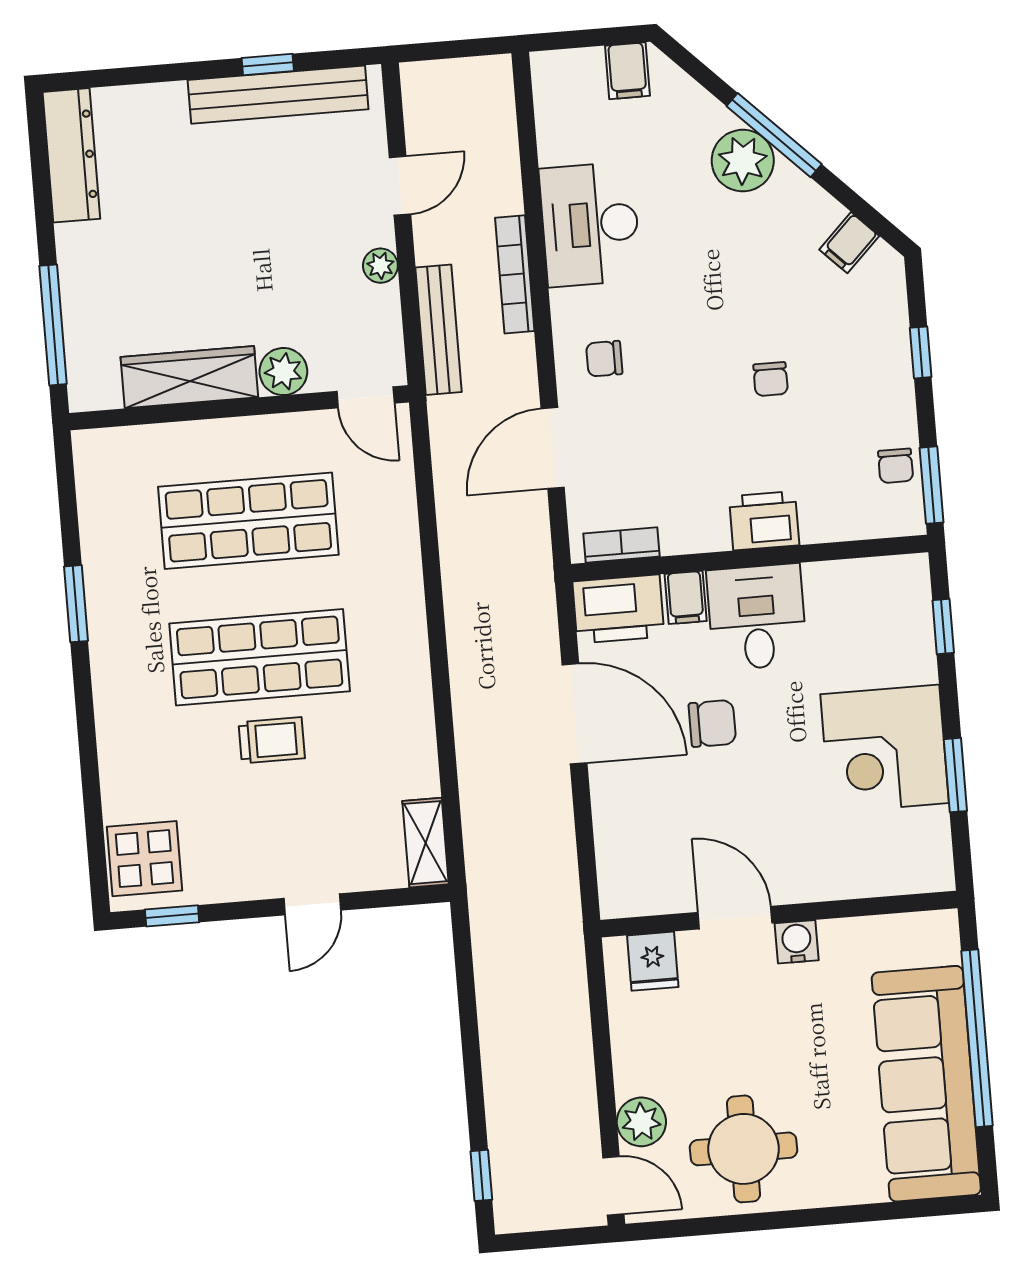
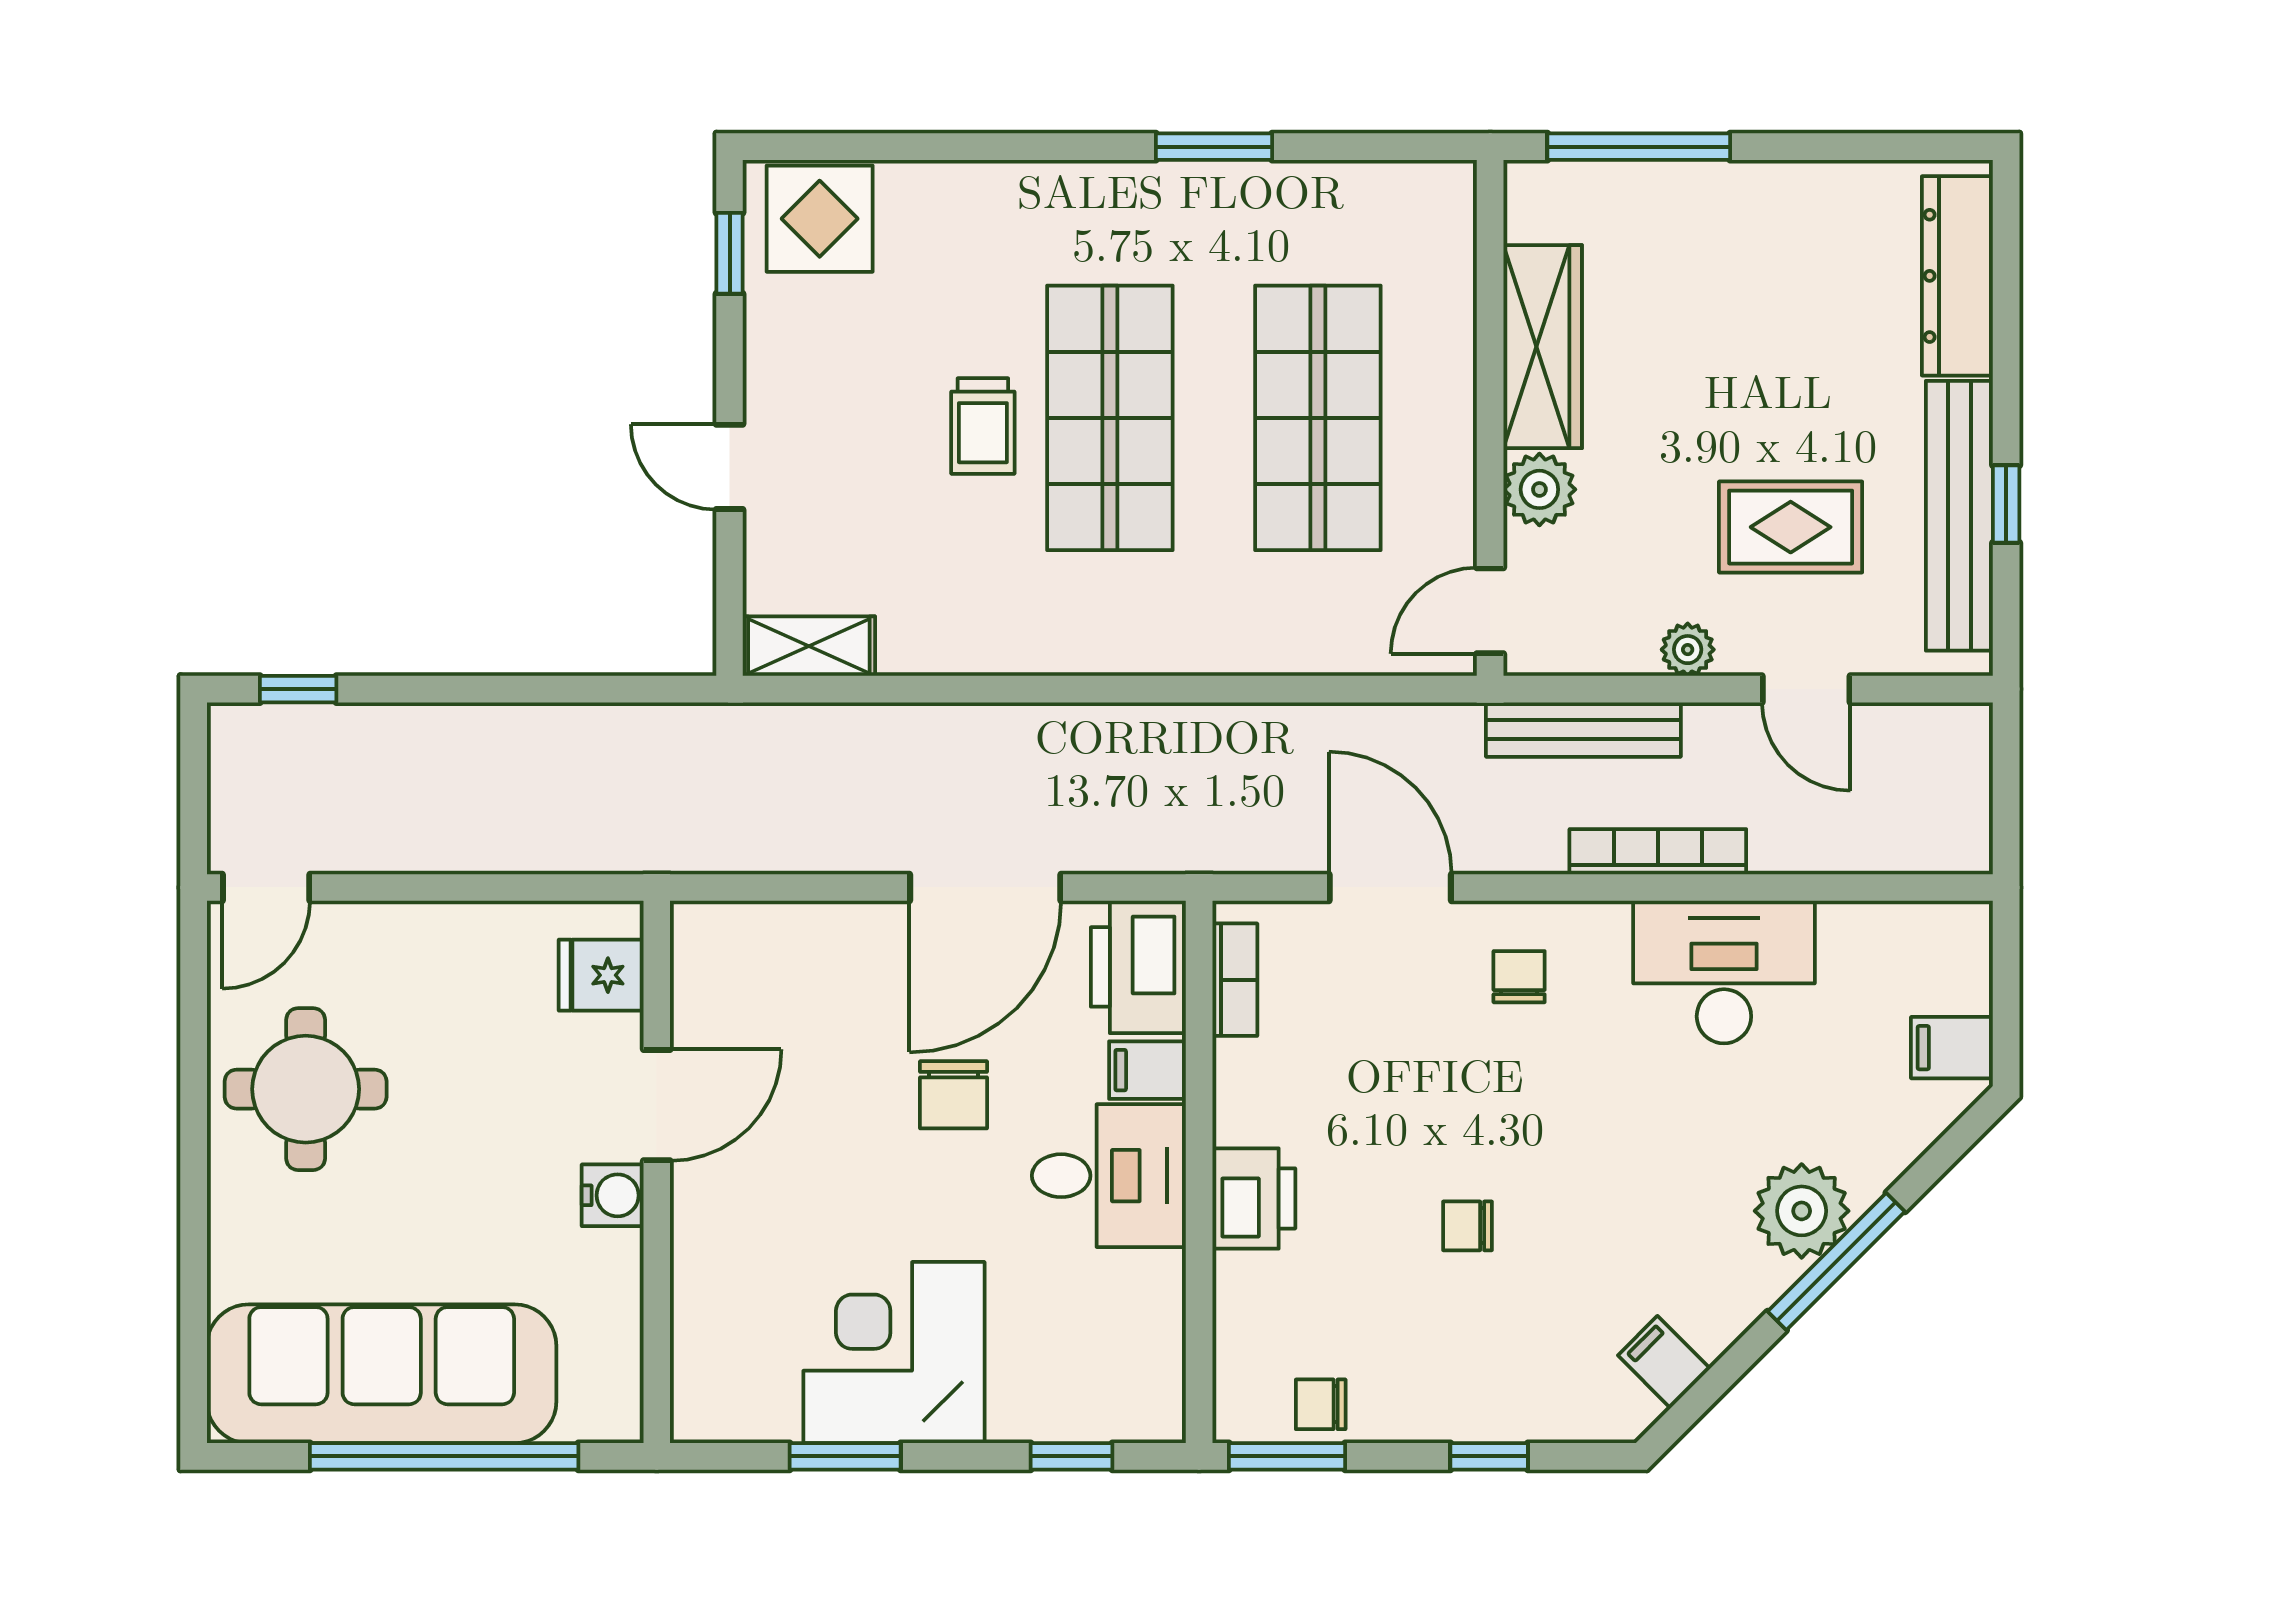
dresser: (71, 155) -> (1957, 276), moved, turned 90
rug: (295, 205) -> (1791, 527), added
plant: (641, 1122) -> (359, 938), removed

